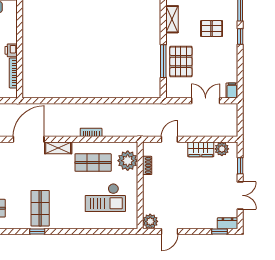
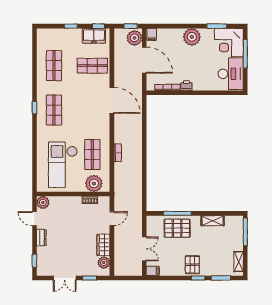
pallet: (212, 29) -> (192, 265), moved
door: (169, 139) -> (112, 219), hinge flipped
shelving: (58, 148) -> (105, 125), removed
checkout: (105, 198) -> (63, 165), width x1.36, depth x1.21
shop shelf: (40, 208) -> (54, 110), turned 90
dresser: (228, 223) -> (41, 238), moved

